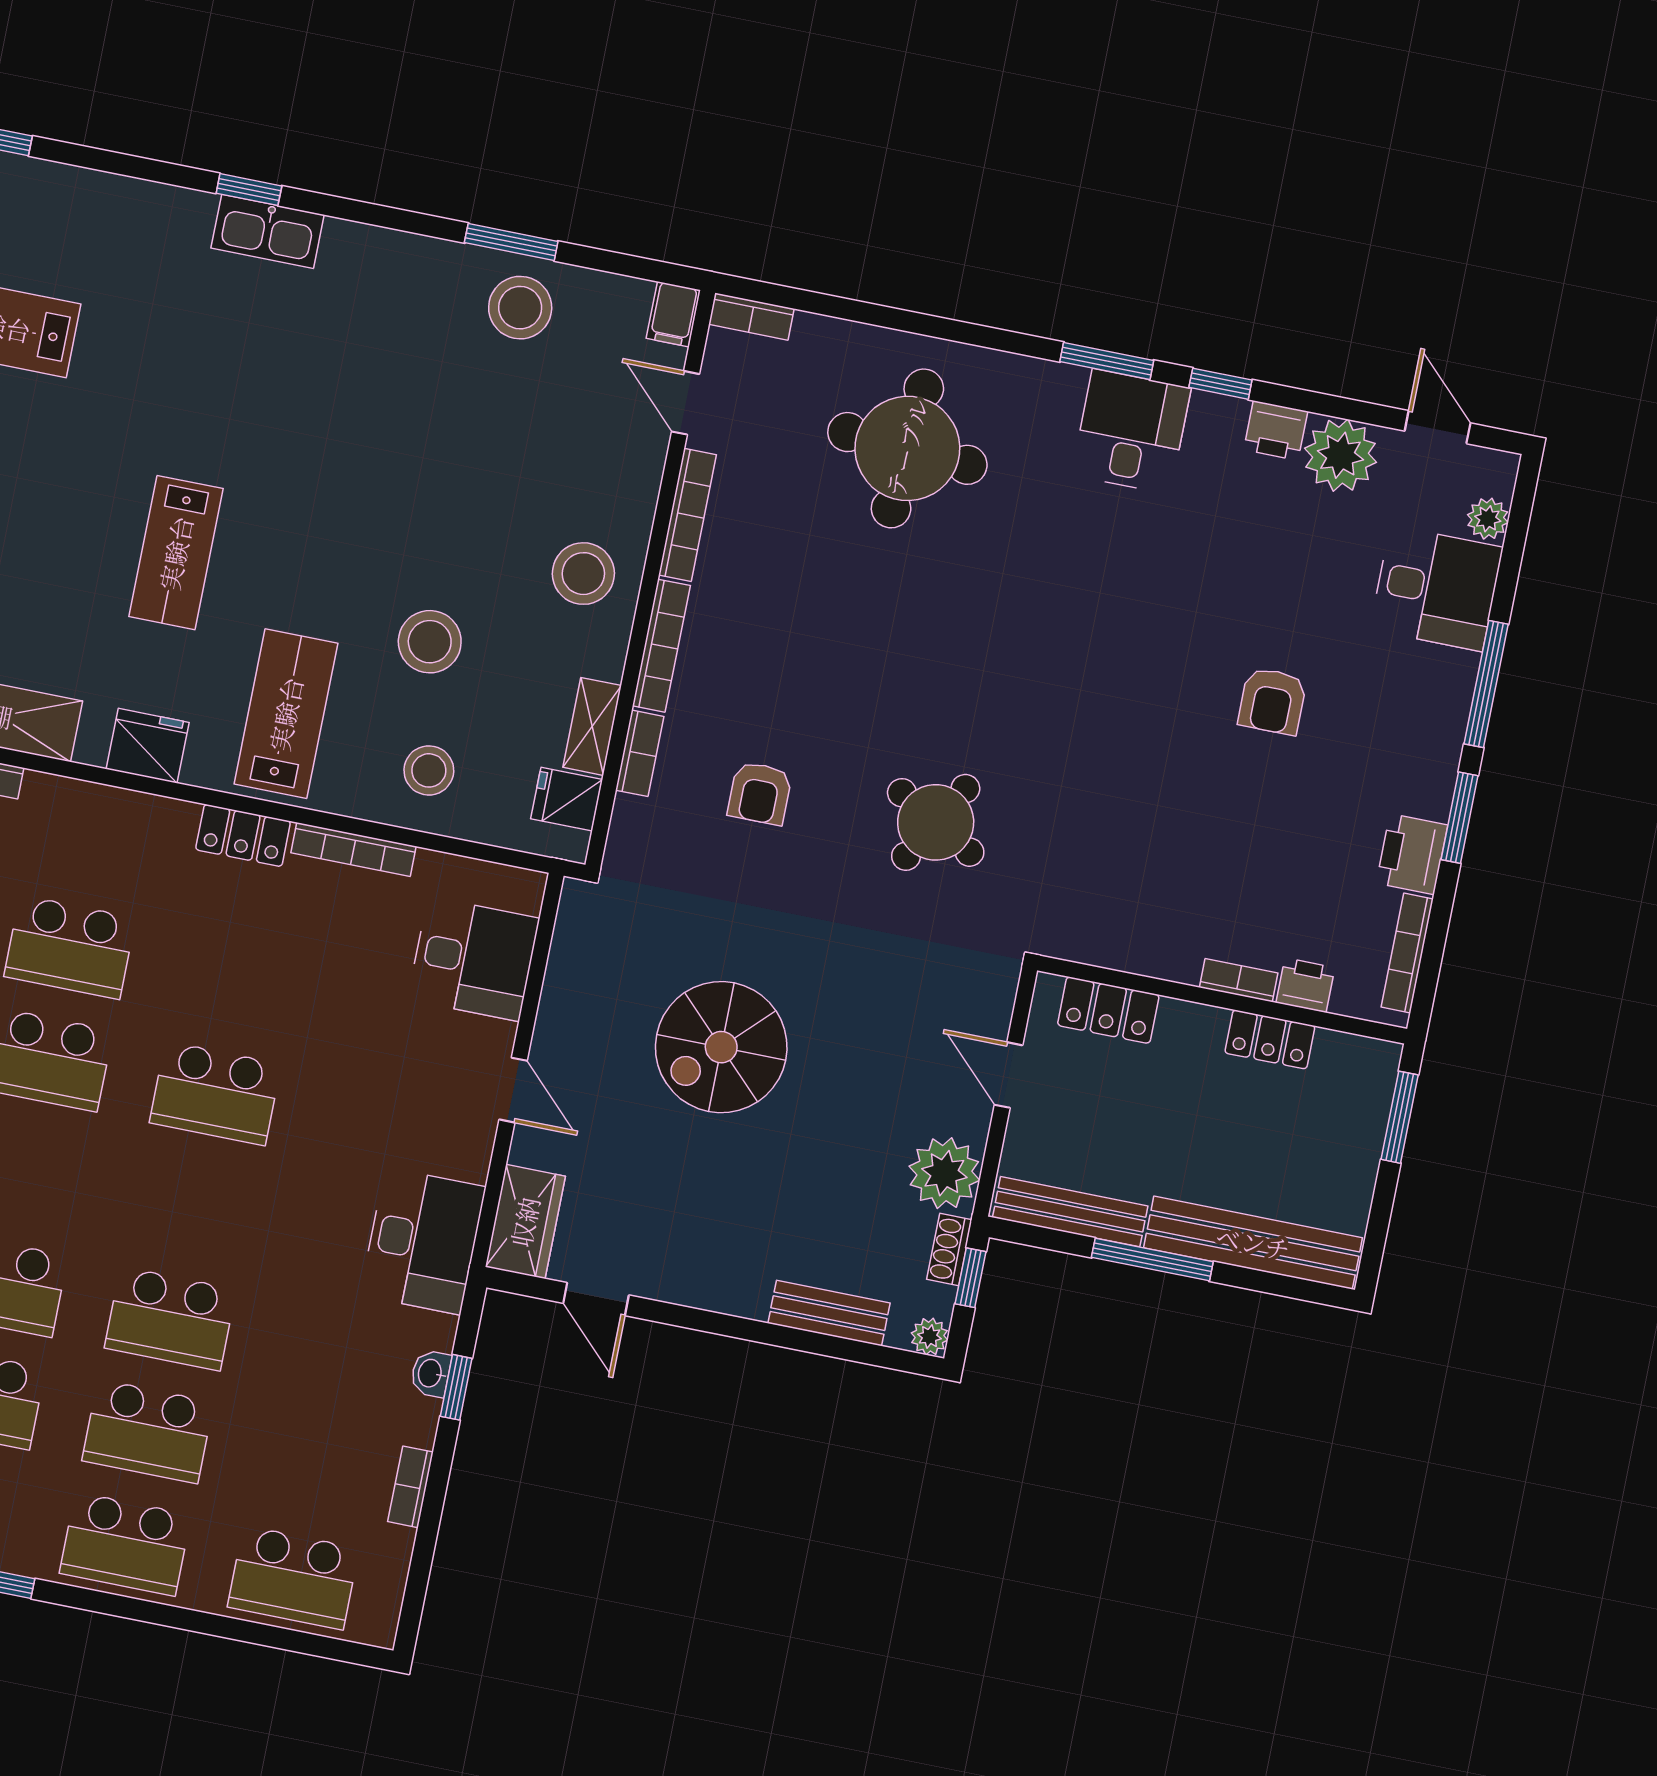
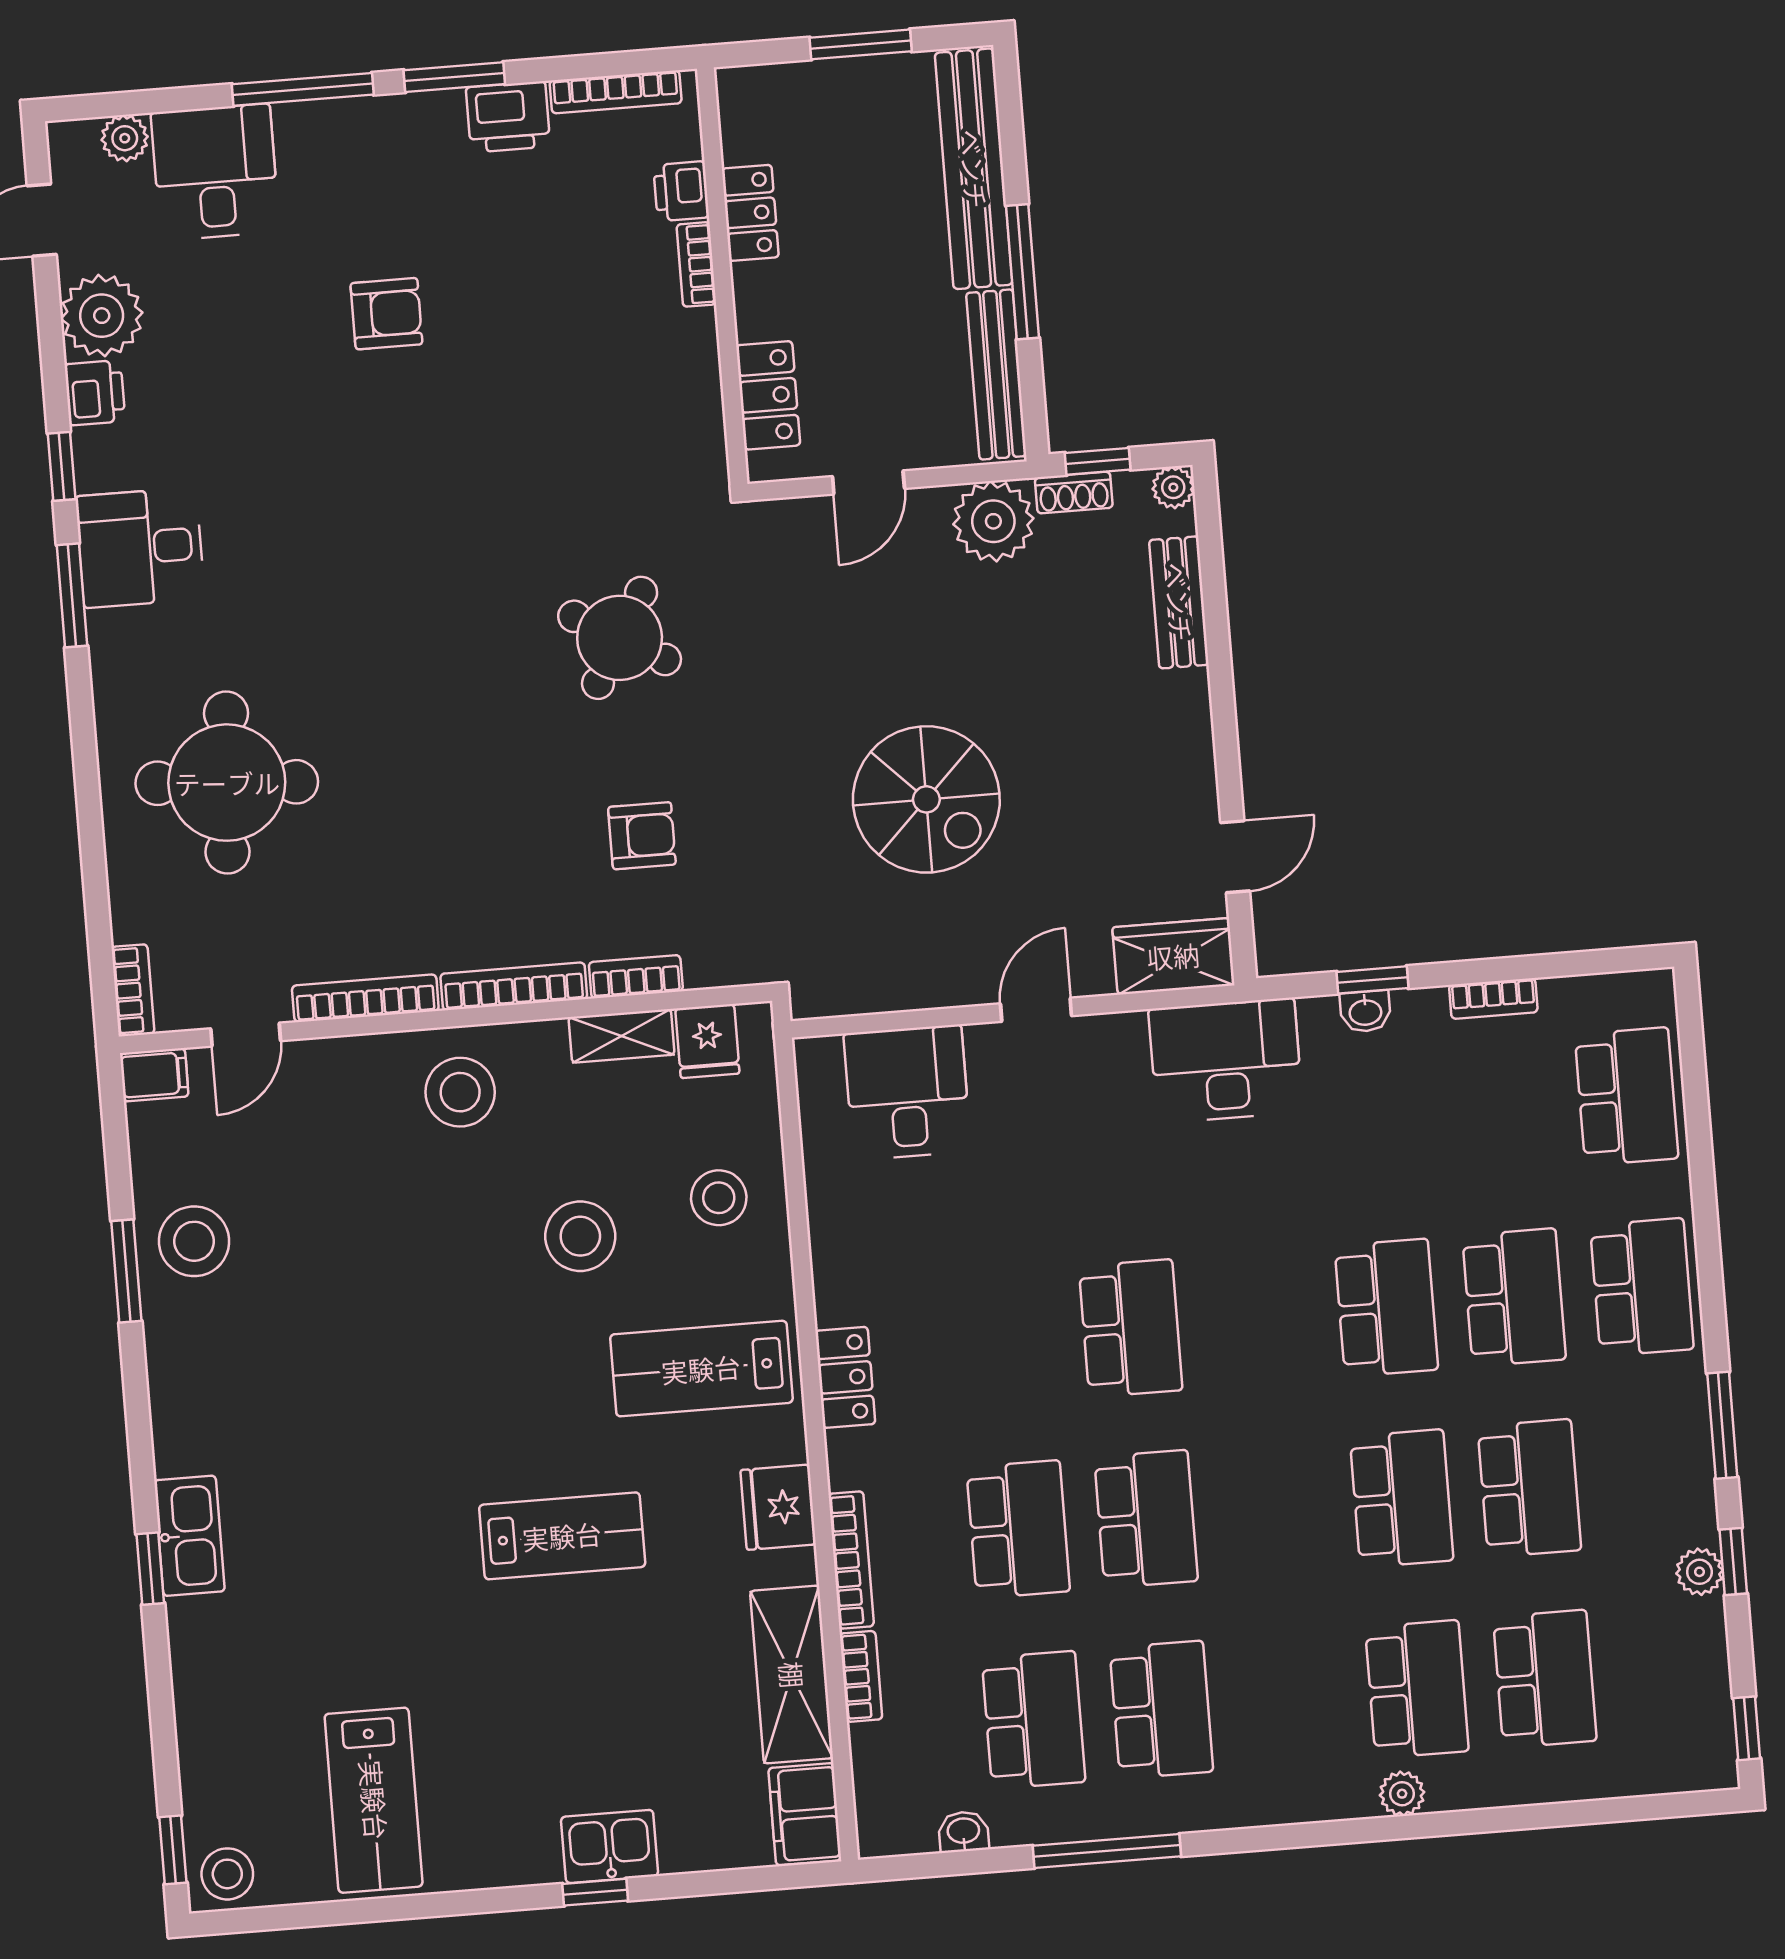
bookcase: (354, 849) -> (851, 1560), moved
window: (1400, 1117) -> (861, 44), moved

